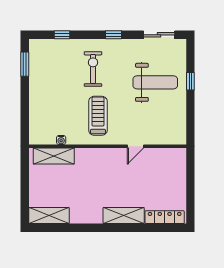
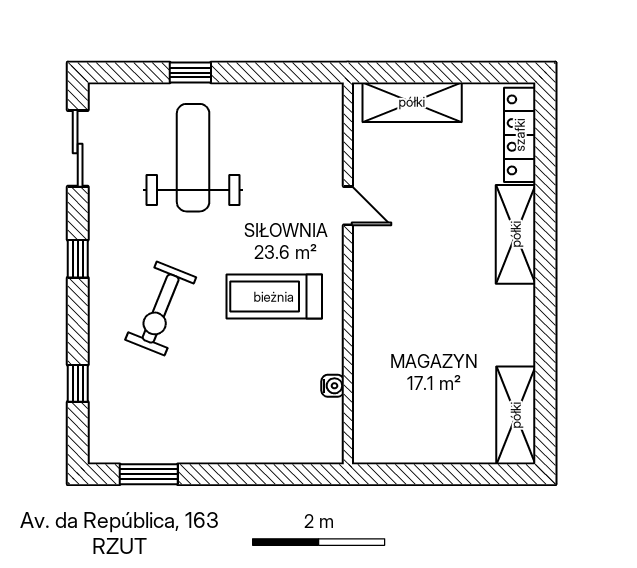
exercise bike: (93, 69) -> (161, 309), turned -68
shelving: (54, 156) -> (412, 102), moved, turned 90

